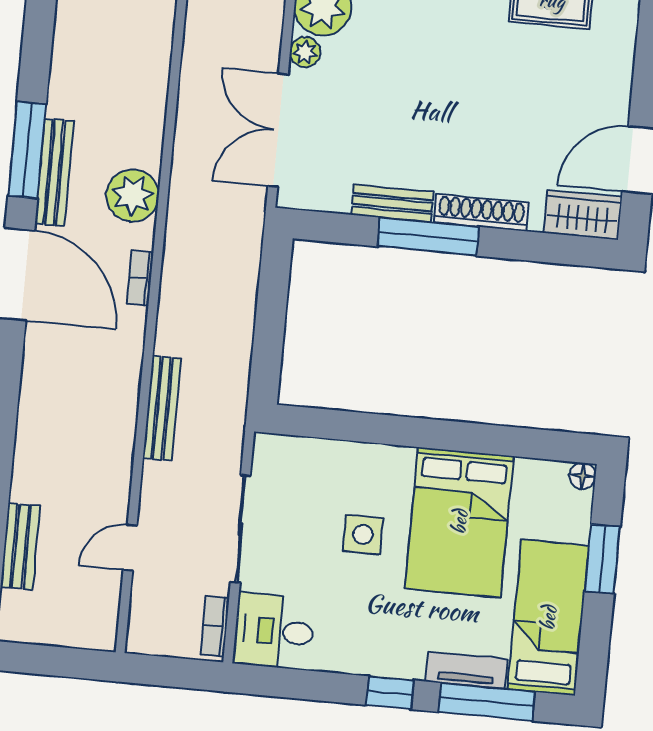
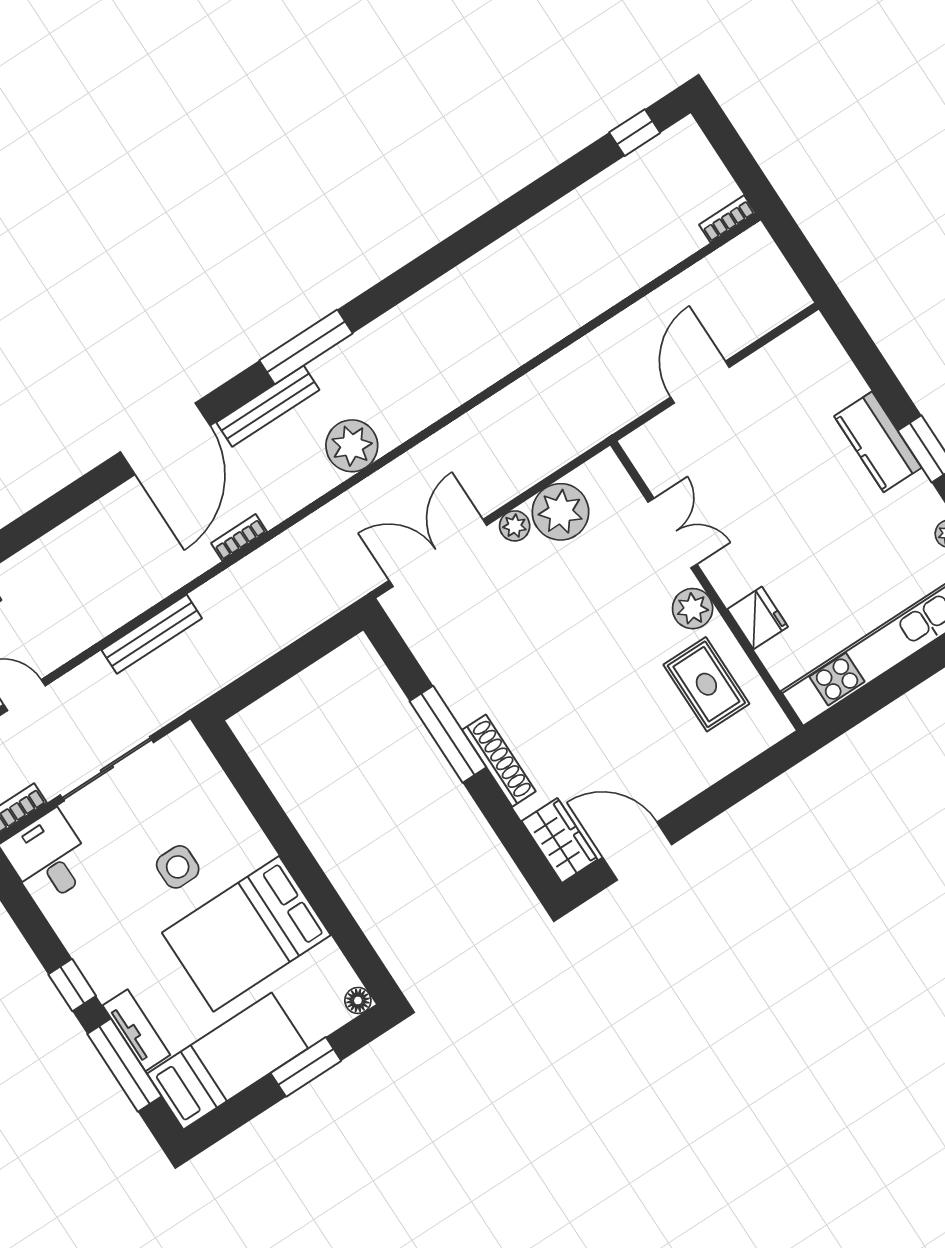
window: (27, 150) -> (306, 347), moved
plant: (133, 195) -> (352, 446), moved
bench: (392, 203) -> (452, 686), removed

